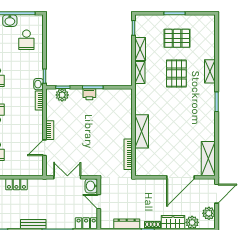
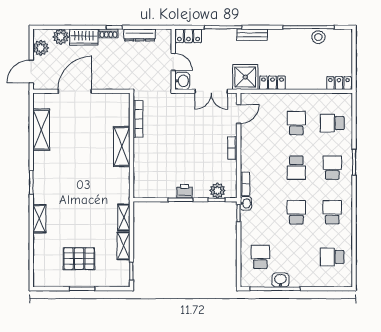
pallet: (176, 73) -> (80, 216), removed
door: (45, 148) -> (239, 114), moved
shelving: (208, 159) -> (41, 130), moved
shower: (39, 189) -> (245, 77), added

